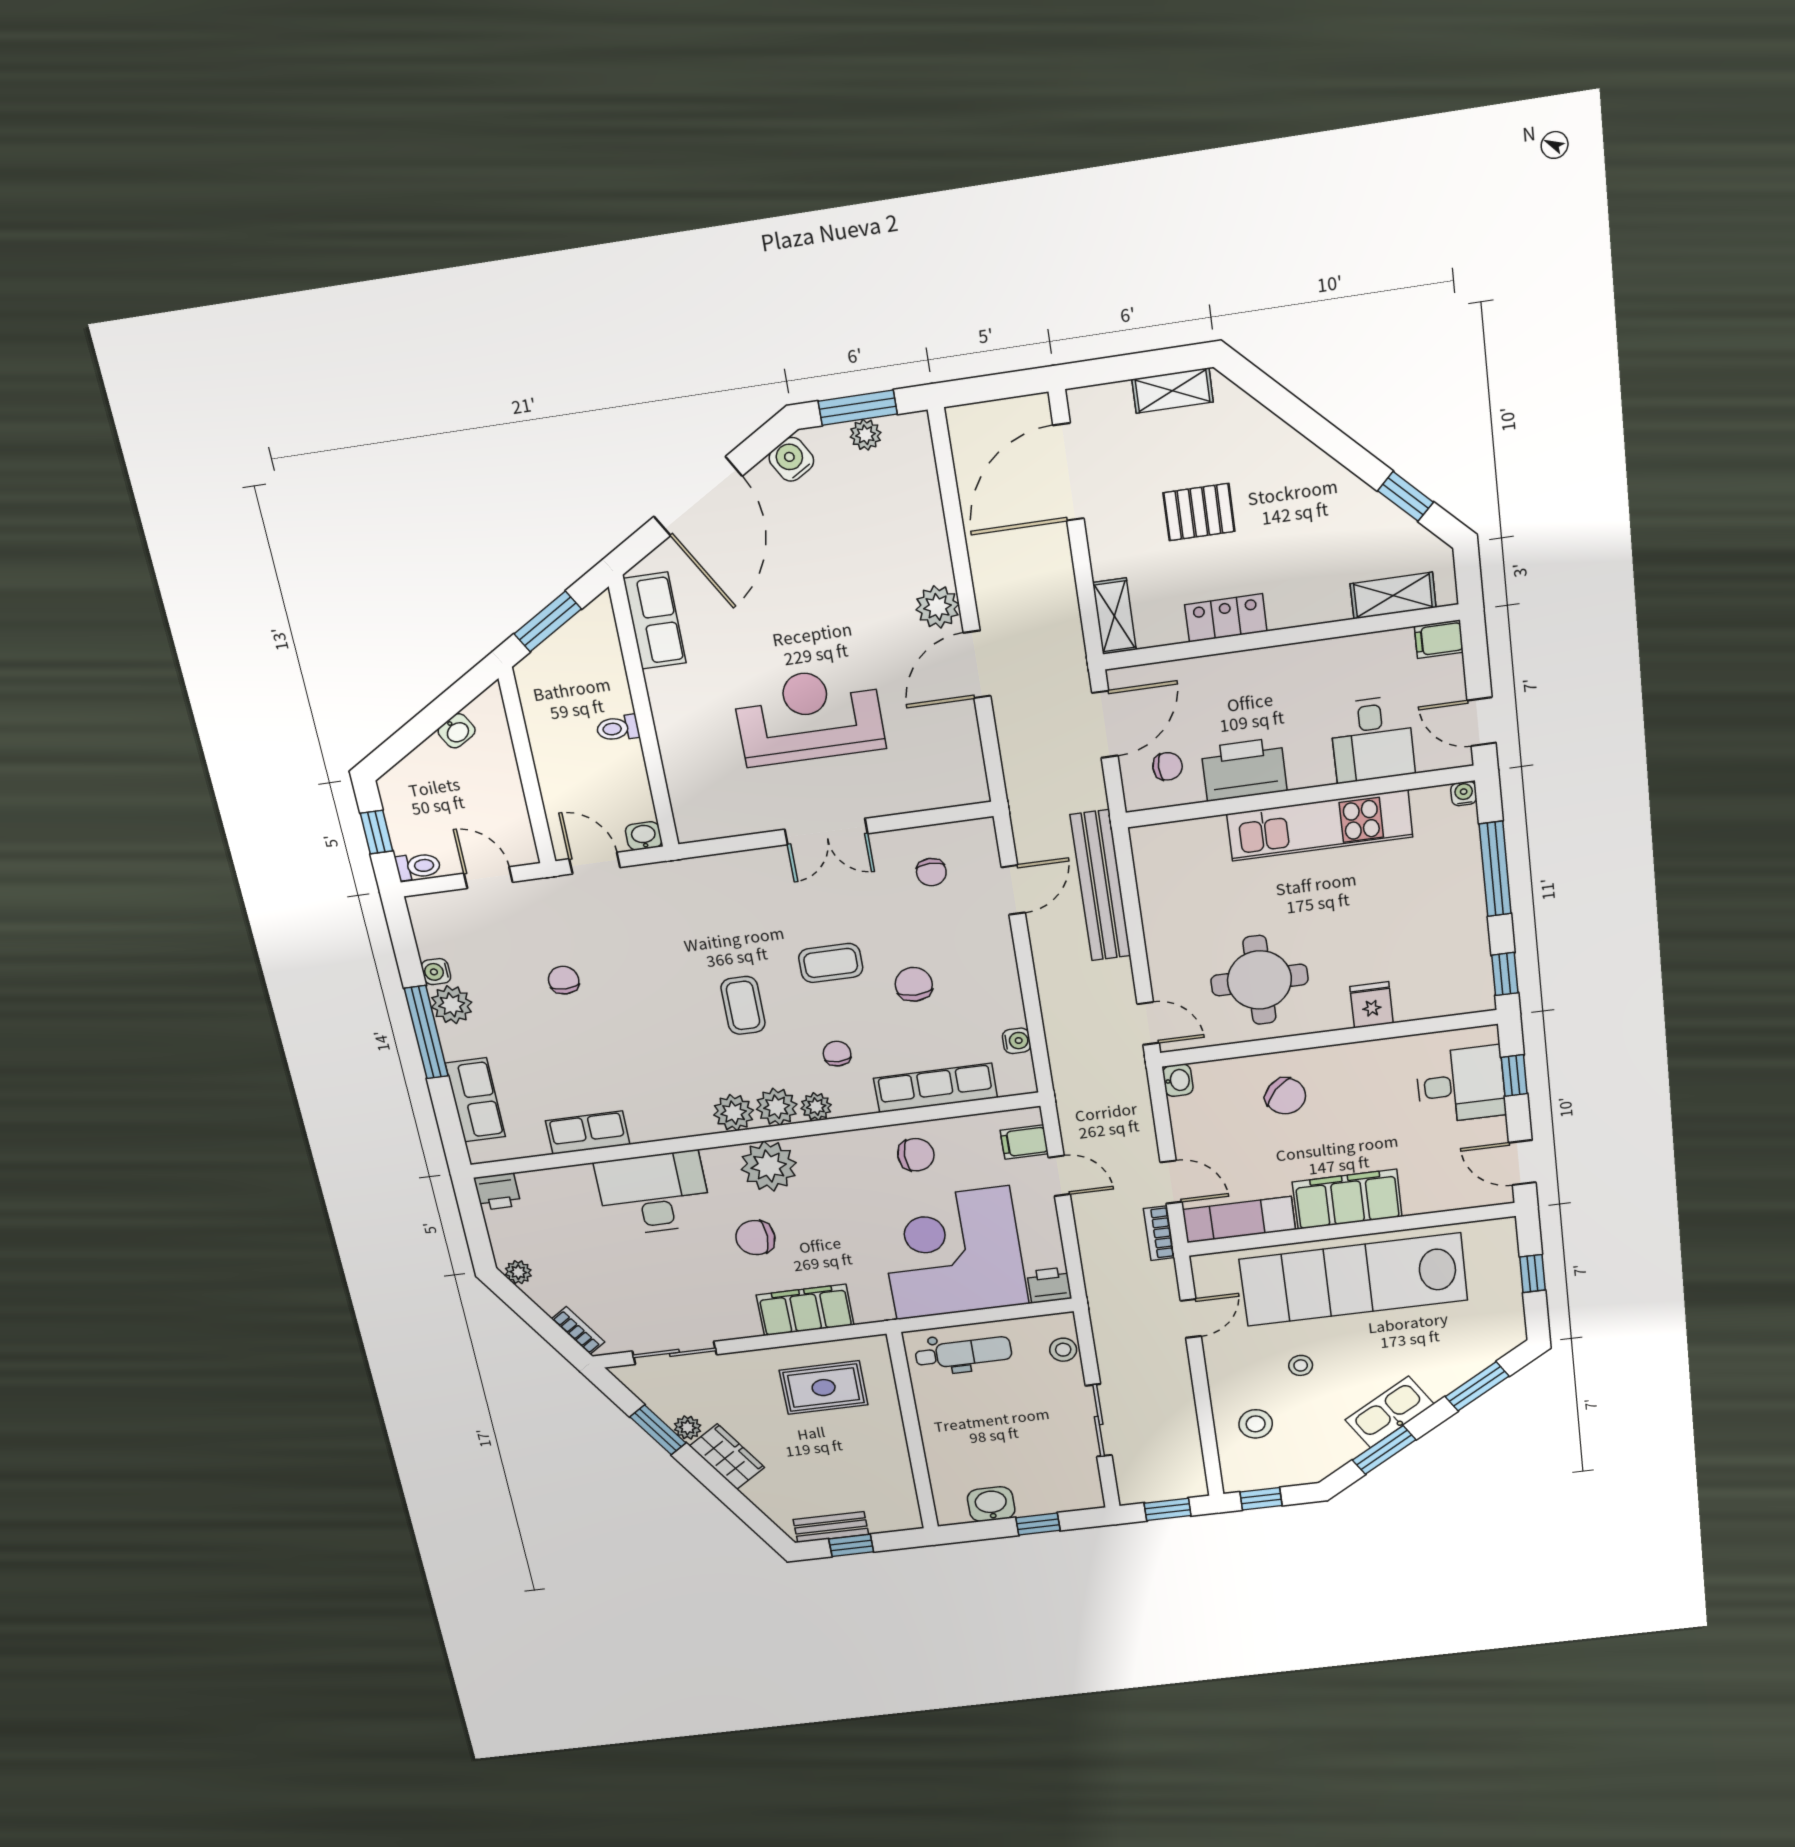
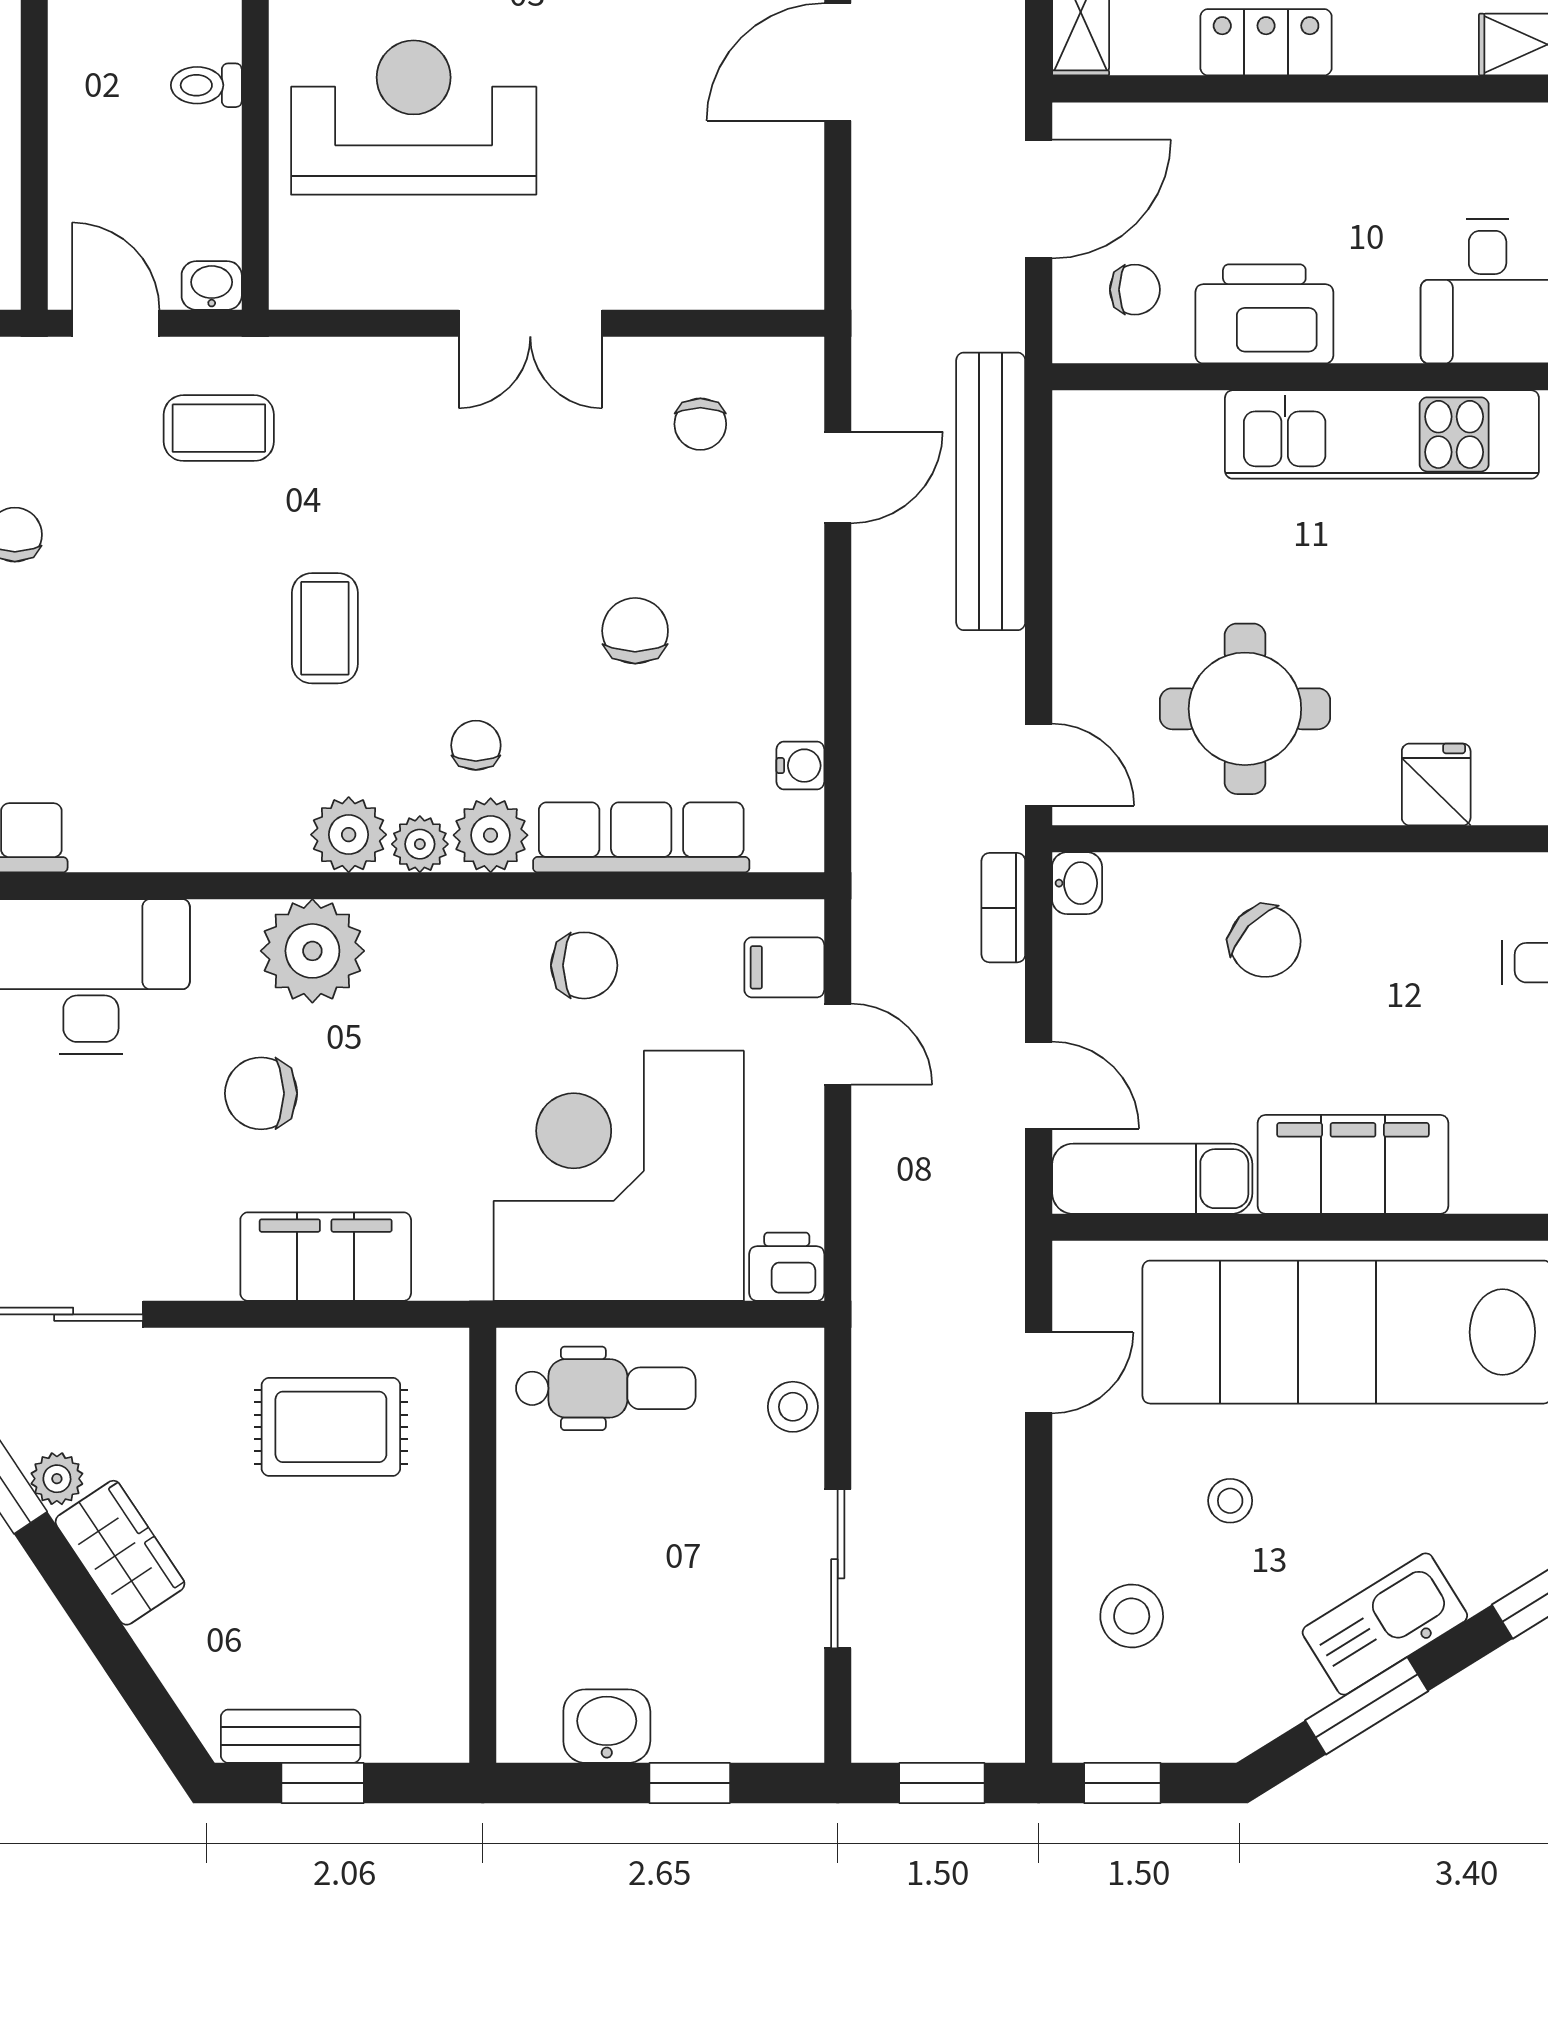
reception desk: (809, 716) -> (414, 118), moved
coffee table: (831, 963) -> (219, 428), moved
plant: (734, 1113) -> (491, 835), moved
bookcase: (1159, 1233) -> (1003, 908), moved

